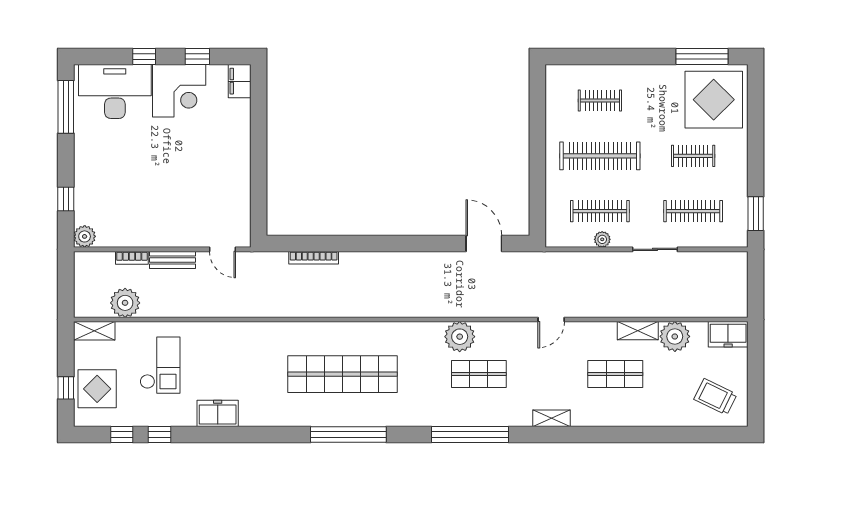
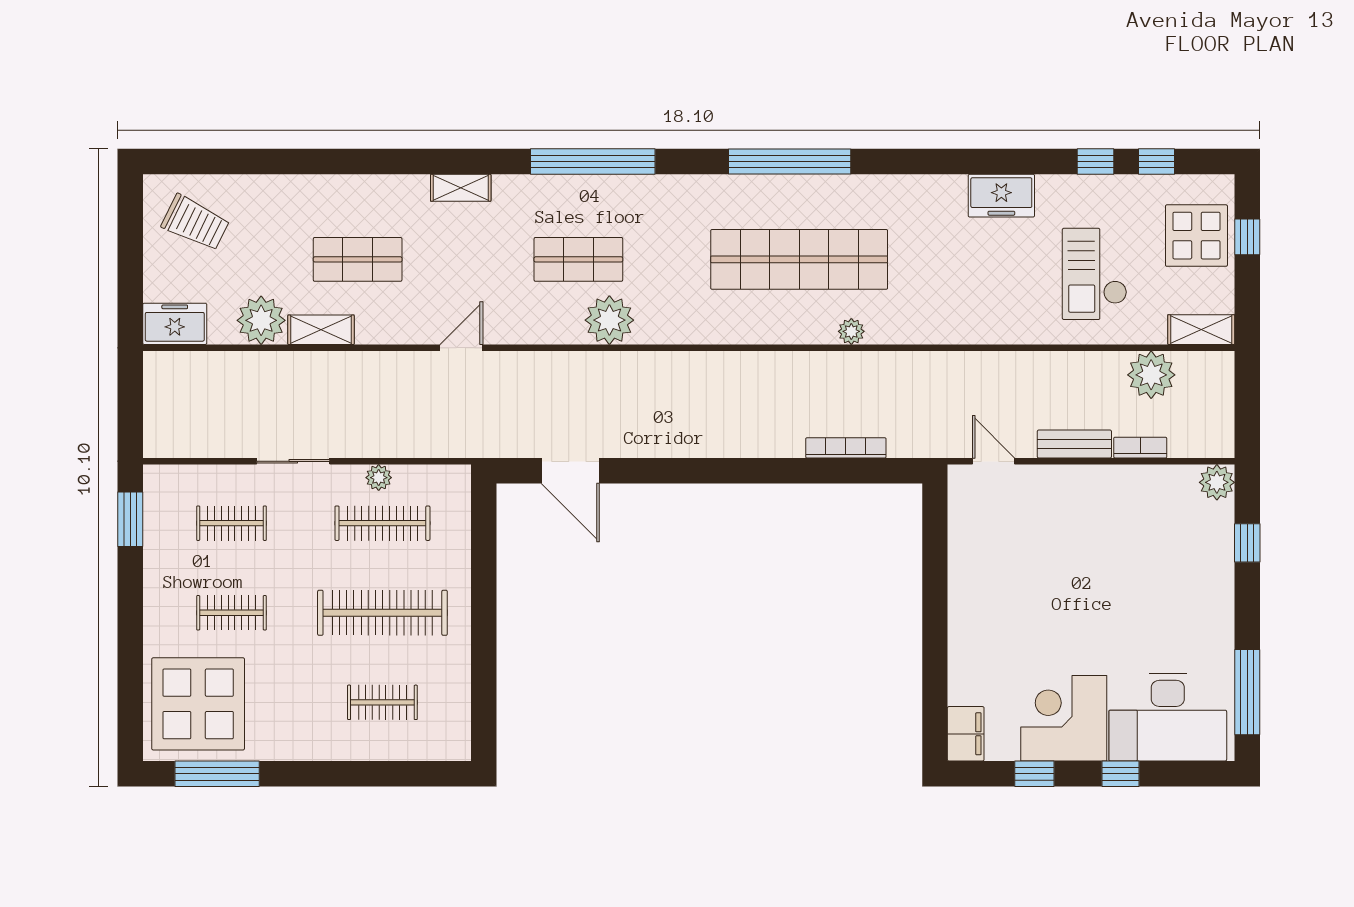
clothes rail: (693, 211) -> (231, 523), width x0.73
plant: (310, 330) -> (851, 331), added

